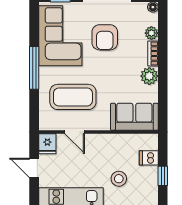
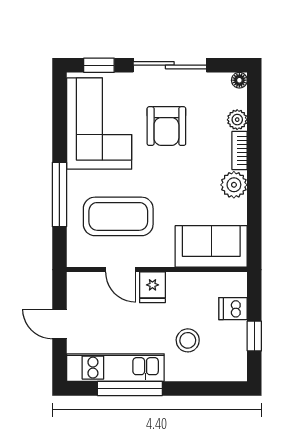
window: (34, 68) -> (59, 195), moved
fridge: (47, 144) -> (152, 287), moved

